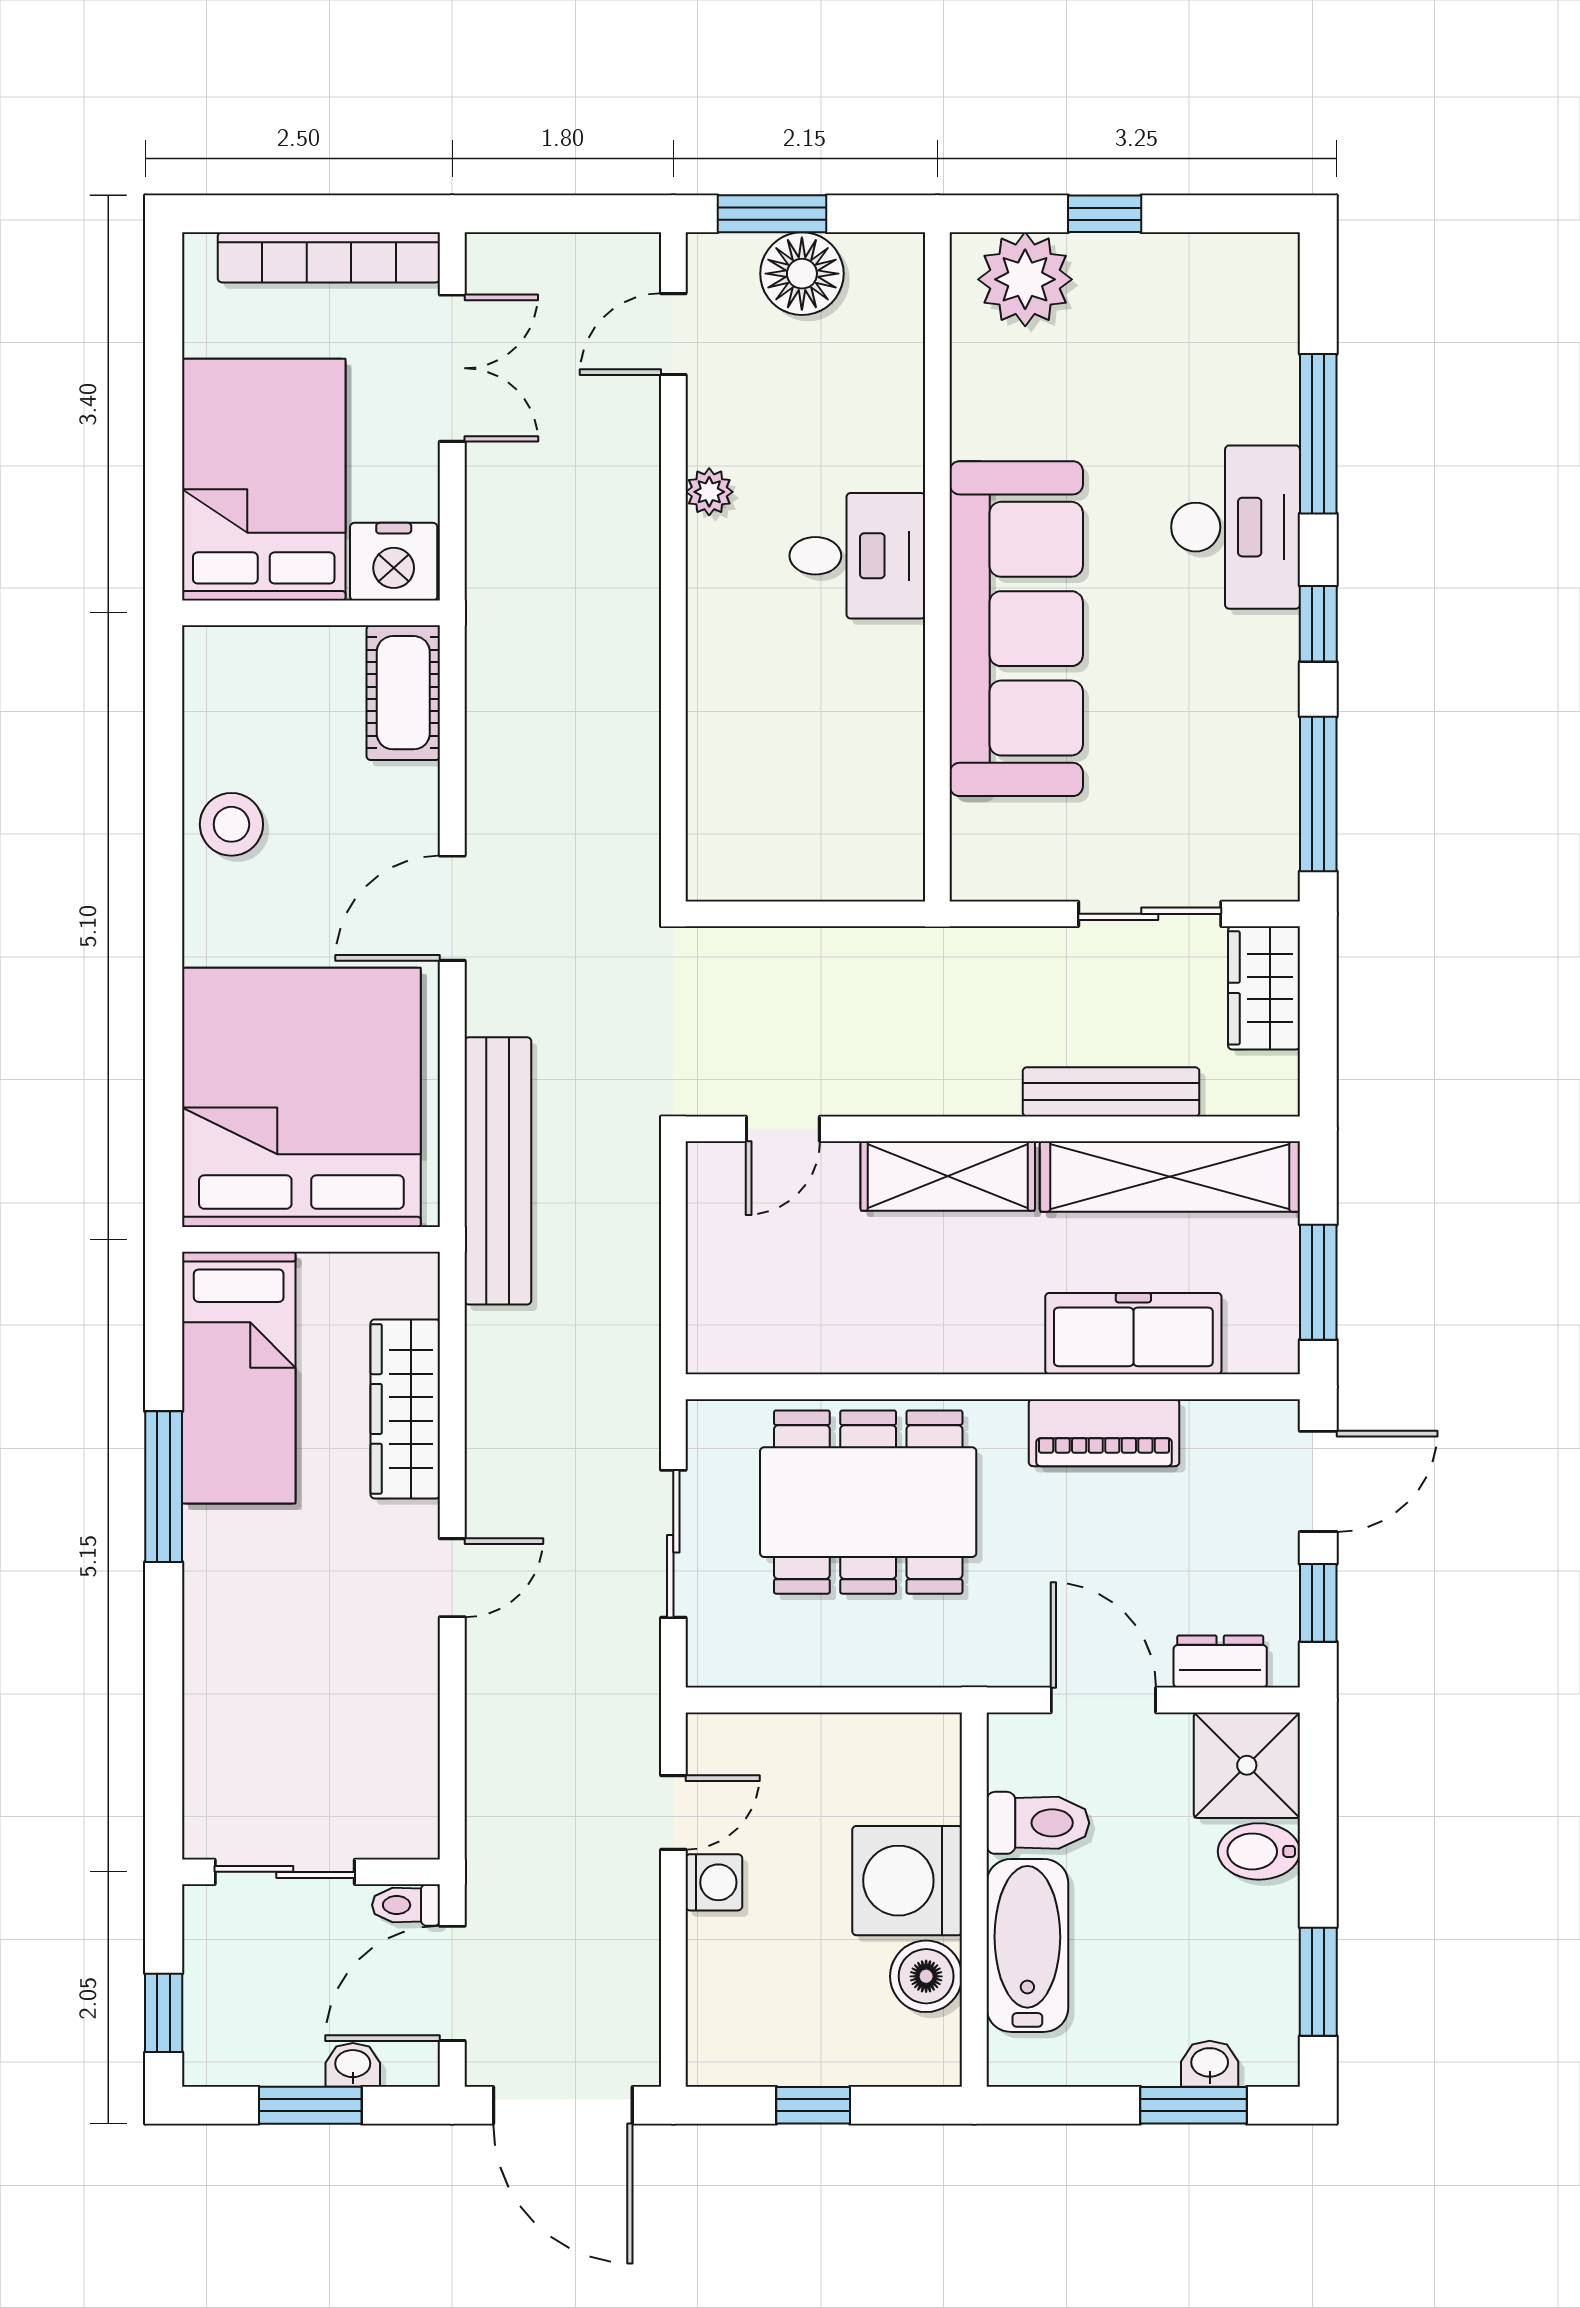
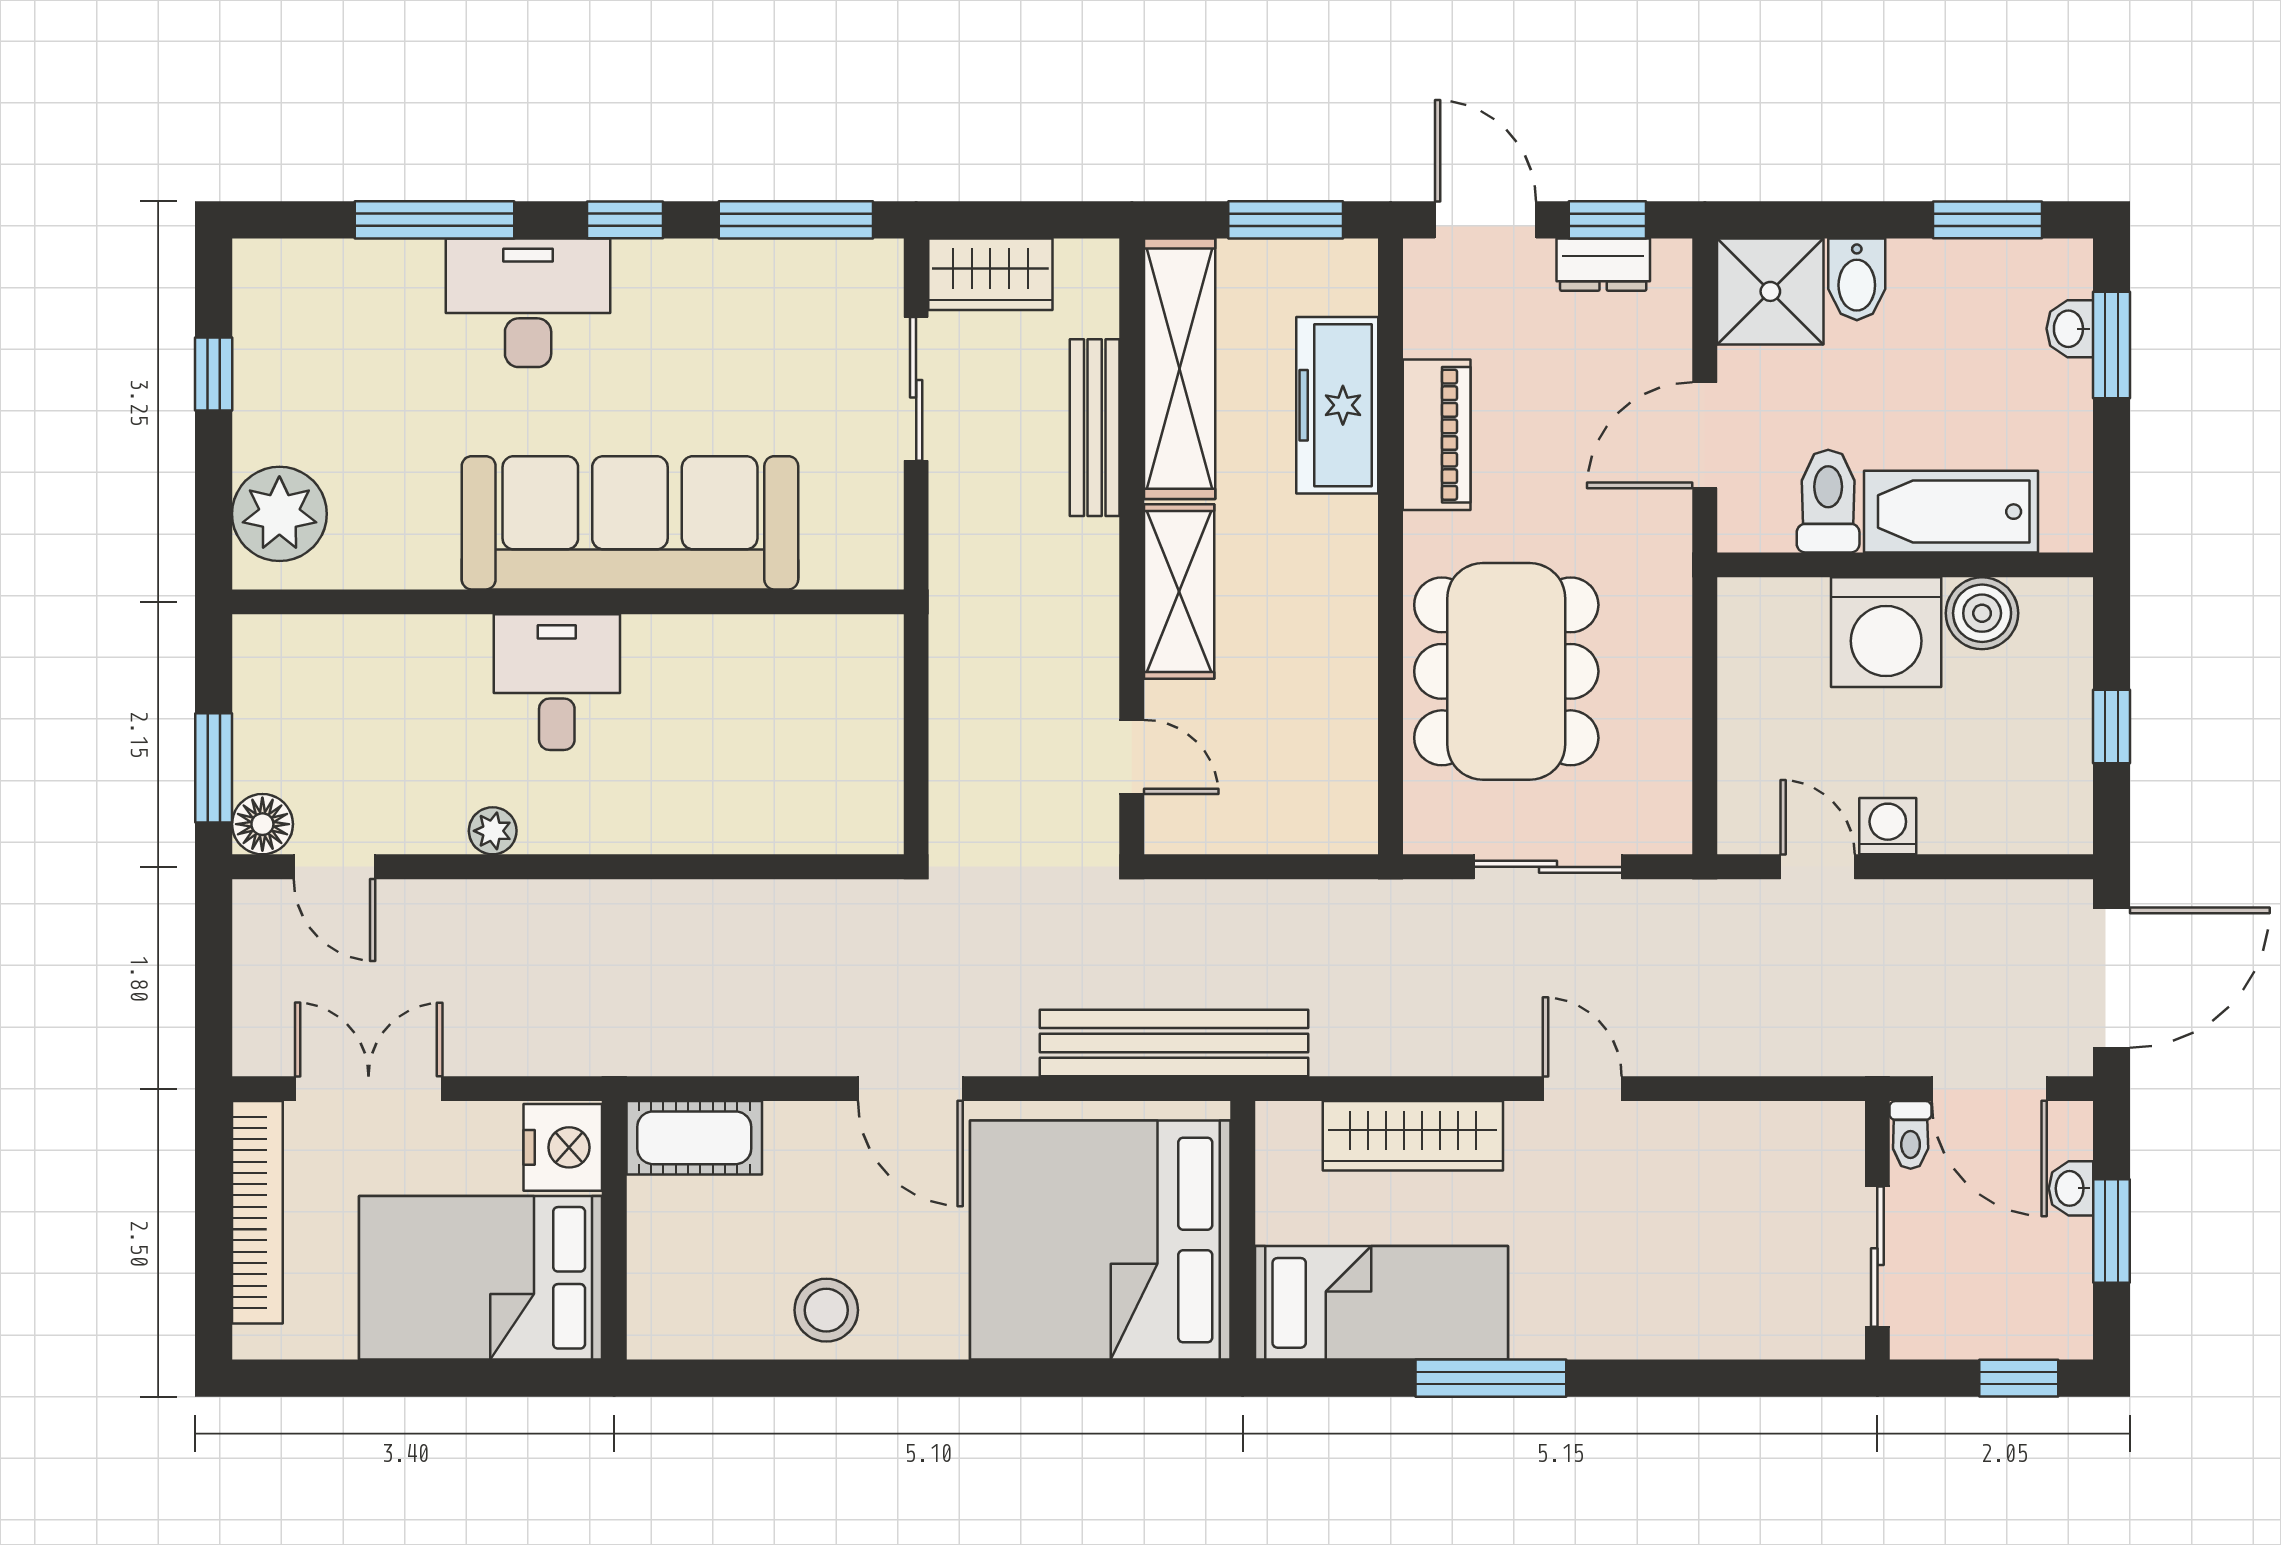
window: (1105, 214) -> (214, 374), moved
floor lamp: (802, 274) -> (262, 824), moved, width x0.73, depth x0.73
dresser: (1220, 1662) -> (1603, 265), moved, turned -90

